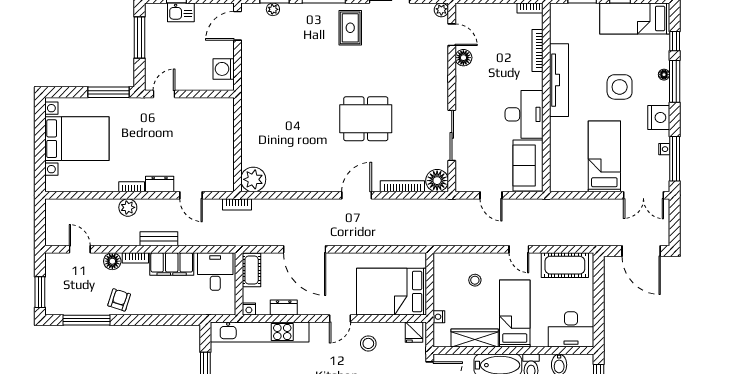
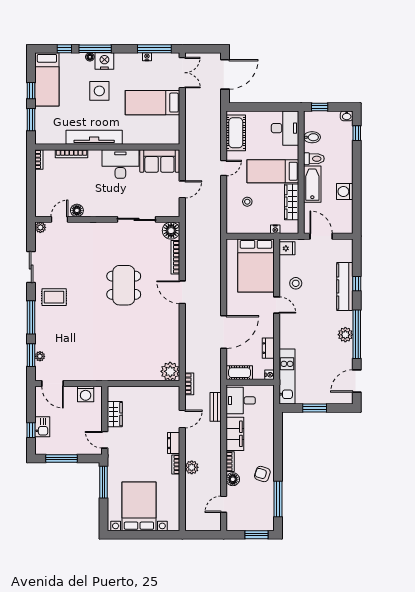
wardrobe: (197, 107) -> (115, 414), added
nightstand: (659, 117) -> (104, 61), moved
bench: (159, 239) -> (216, 407), moved
kitchen unit: (260, 332) -> (287, 377), width x0.73

